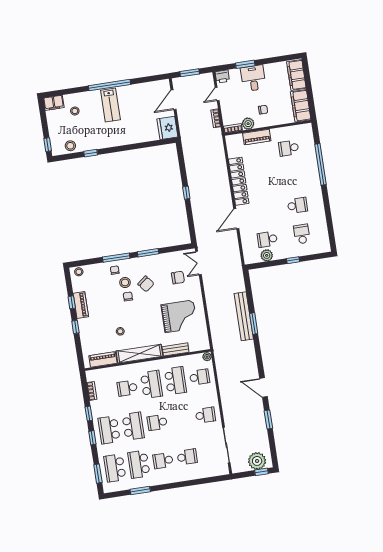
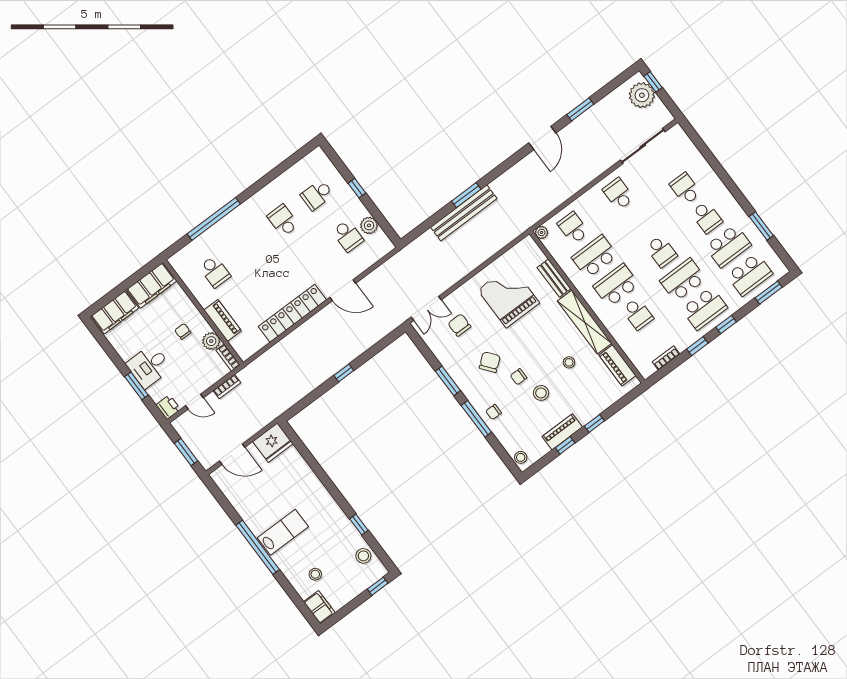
stool: (125, 282) -> (541, 393), moved

